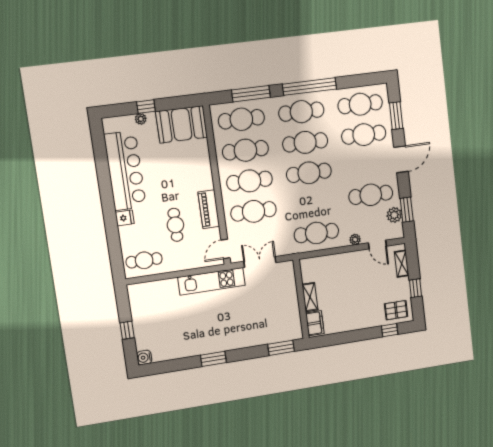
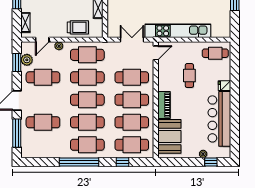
window: (251, 94) -> (122, 162), width x0.46
cafe table: (360, 104) -> (87, 77), moved
window: (146, 107) -> (211, 162), moved
window: (396, 116) -> (17, 133), width x1.44
booth: (182, 124) -> (169, 136), moved, turned 90
piano: (209, 209) -> (164, 105), moved
door: (377, 244) -> (42, 40), swing flipped
double door: (260, 262) -> (132, 40), swing flipped
trolley: (333, 267) -> (78, 27), added
kitchen unit: (212, 281) -> (178, 31), width x1.36

